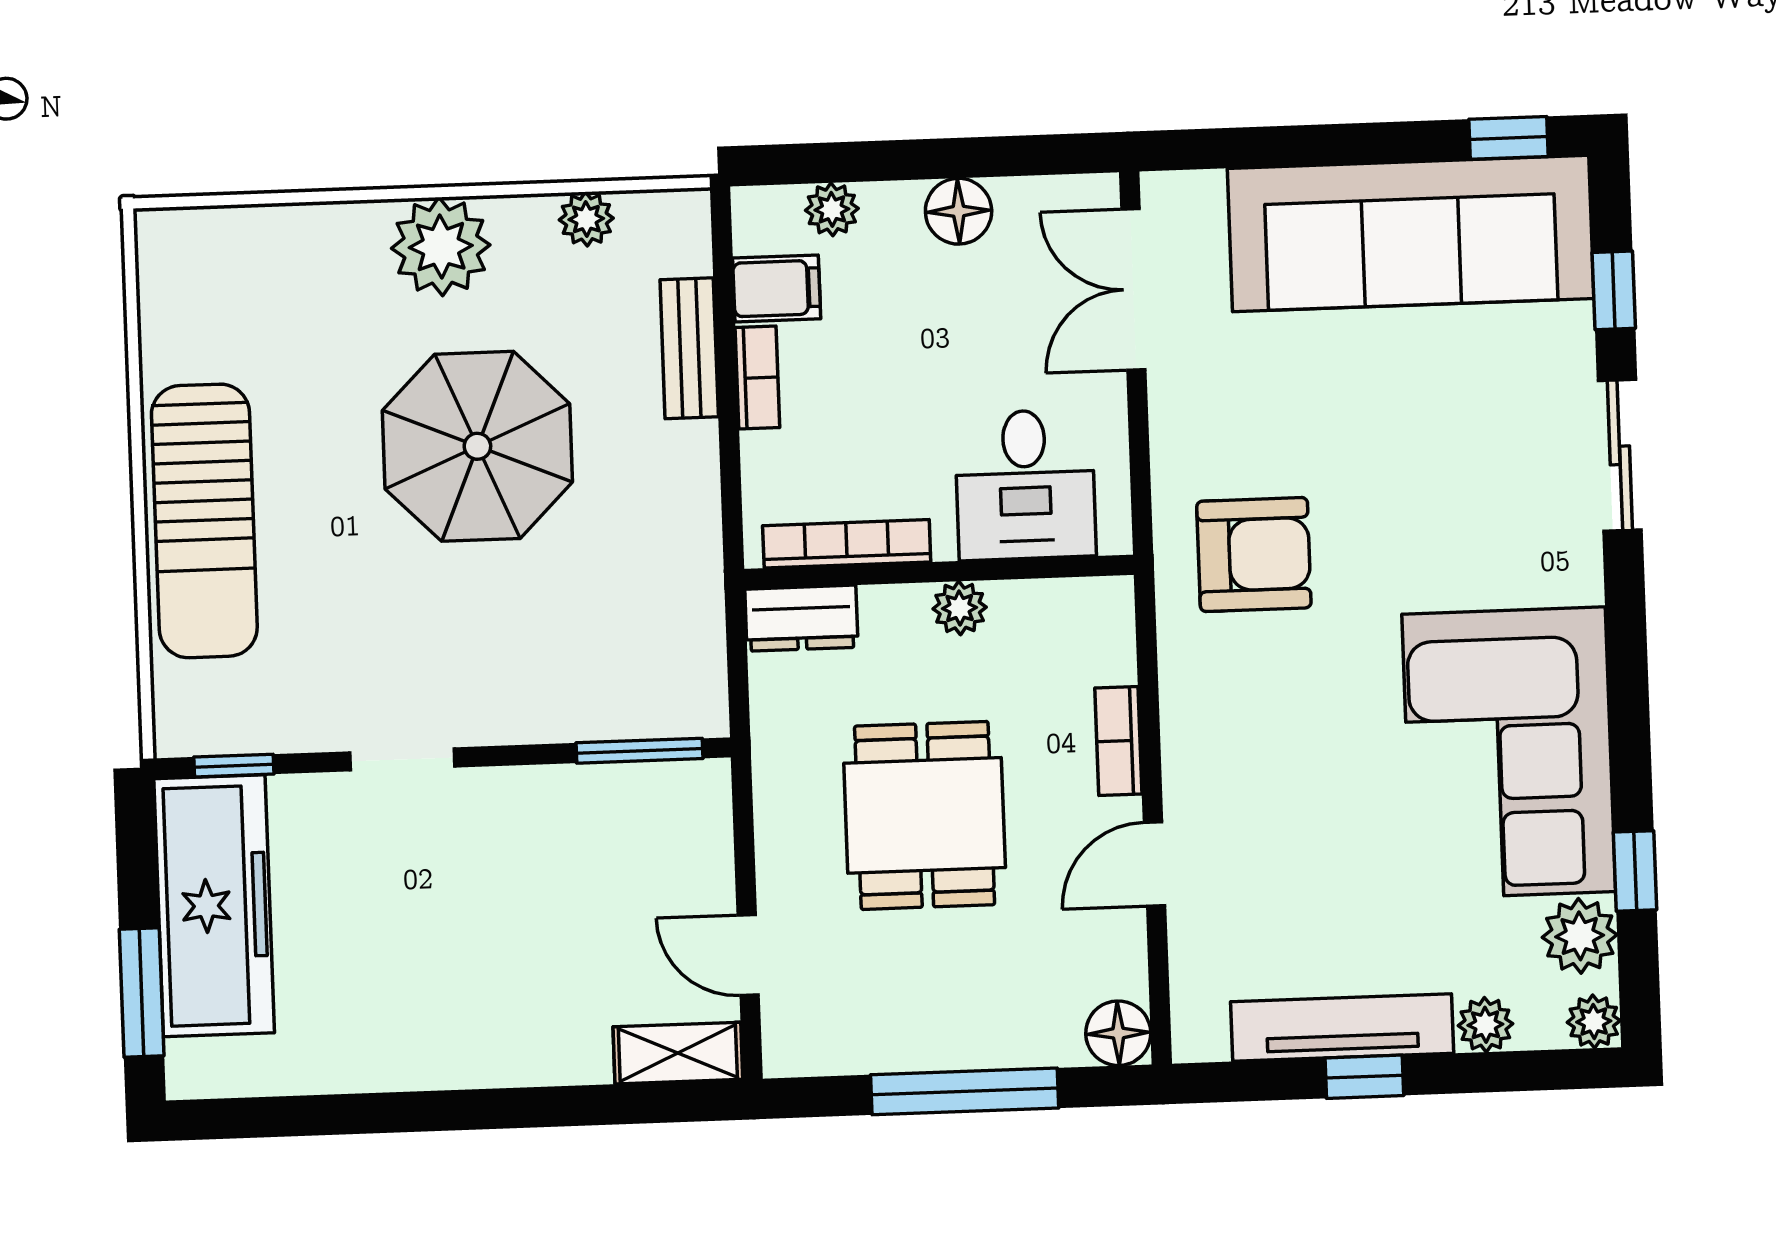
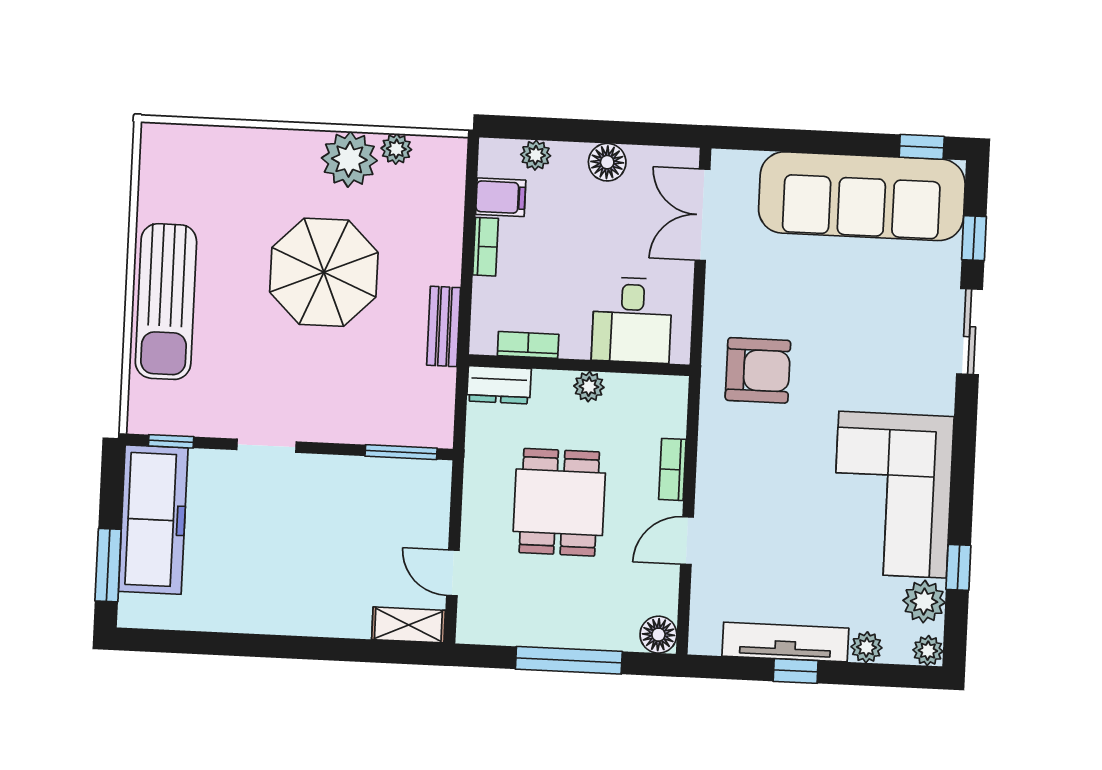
plant: (441, 247) -> (349, 159), moved
bench: (689, 348) -> (444, 326), moved
bookcase: (847, 544) -> (528, 345), width x0.64

